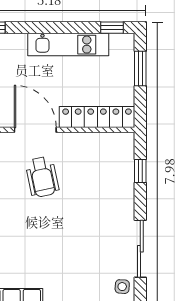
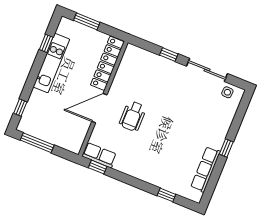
window: (112, 28) -> (46, 43), moved
window: (140, 171) -> (169, 55), moved
wheelchair: (42, 177) -> (133, 116), turned 102

